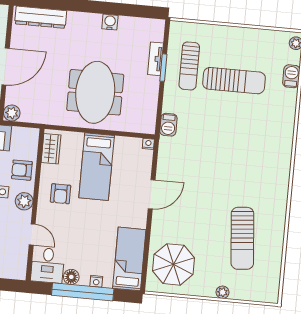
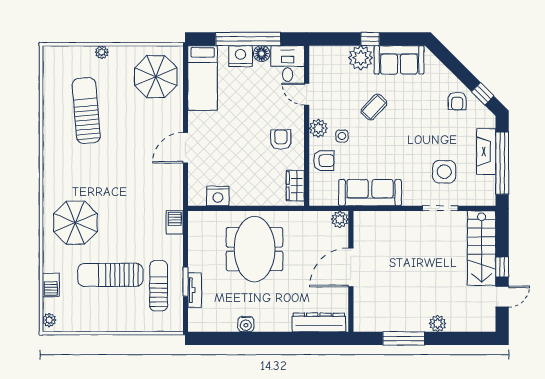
parasol: (263, 133) -> (75, 223), added
nightstand: (148, 144) -> (218, 196), moved, width x1.89, depth x1.79
bed: (97, 167) -> (246, 171), removed
nightstand: (96, 281) -> (241, 56), width x1.89, depth x1.79

